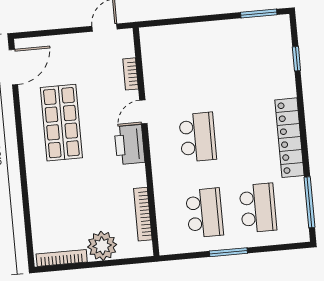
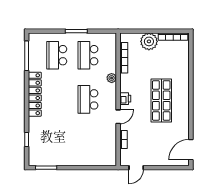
shop shelf: (61, 123) -> (161, 100), moved
printer: (130, 145) -> (125, 99), width x0.53, depth x0.68
plant: (160, 177) -> (112, 78), added

